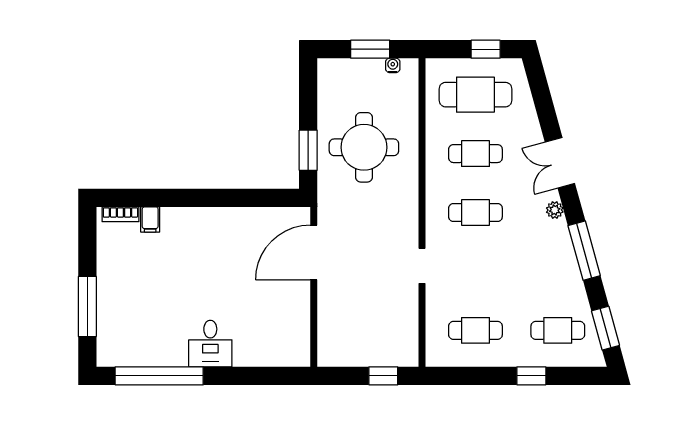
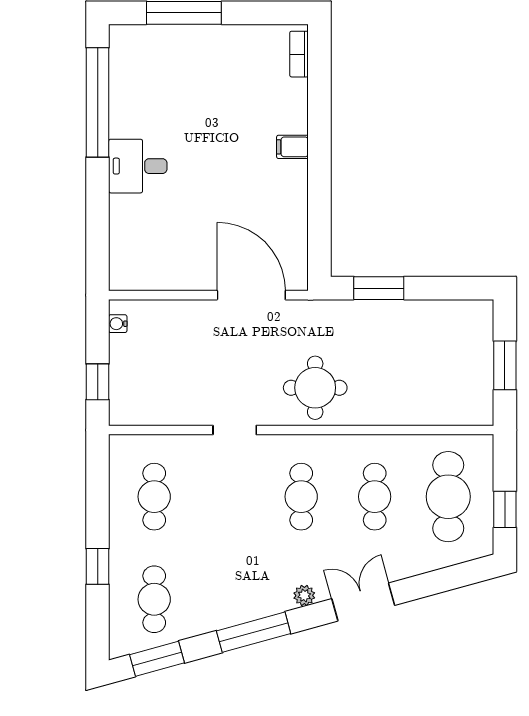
water cooler: (393, 65) -> (118, 324), moved, turned 180
round table: (364, 147) -> (315, 388), moved, width x0.73, depth x0.73
filing cabinet: (150, 219) -> (292, 147), moved

